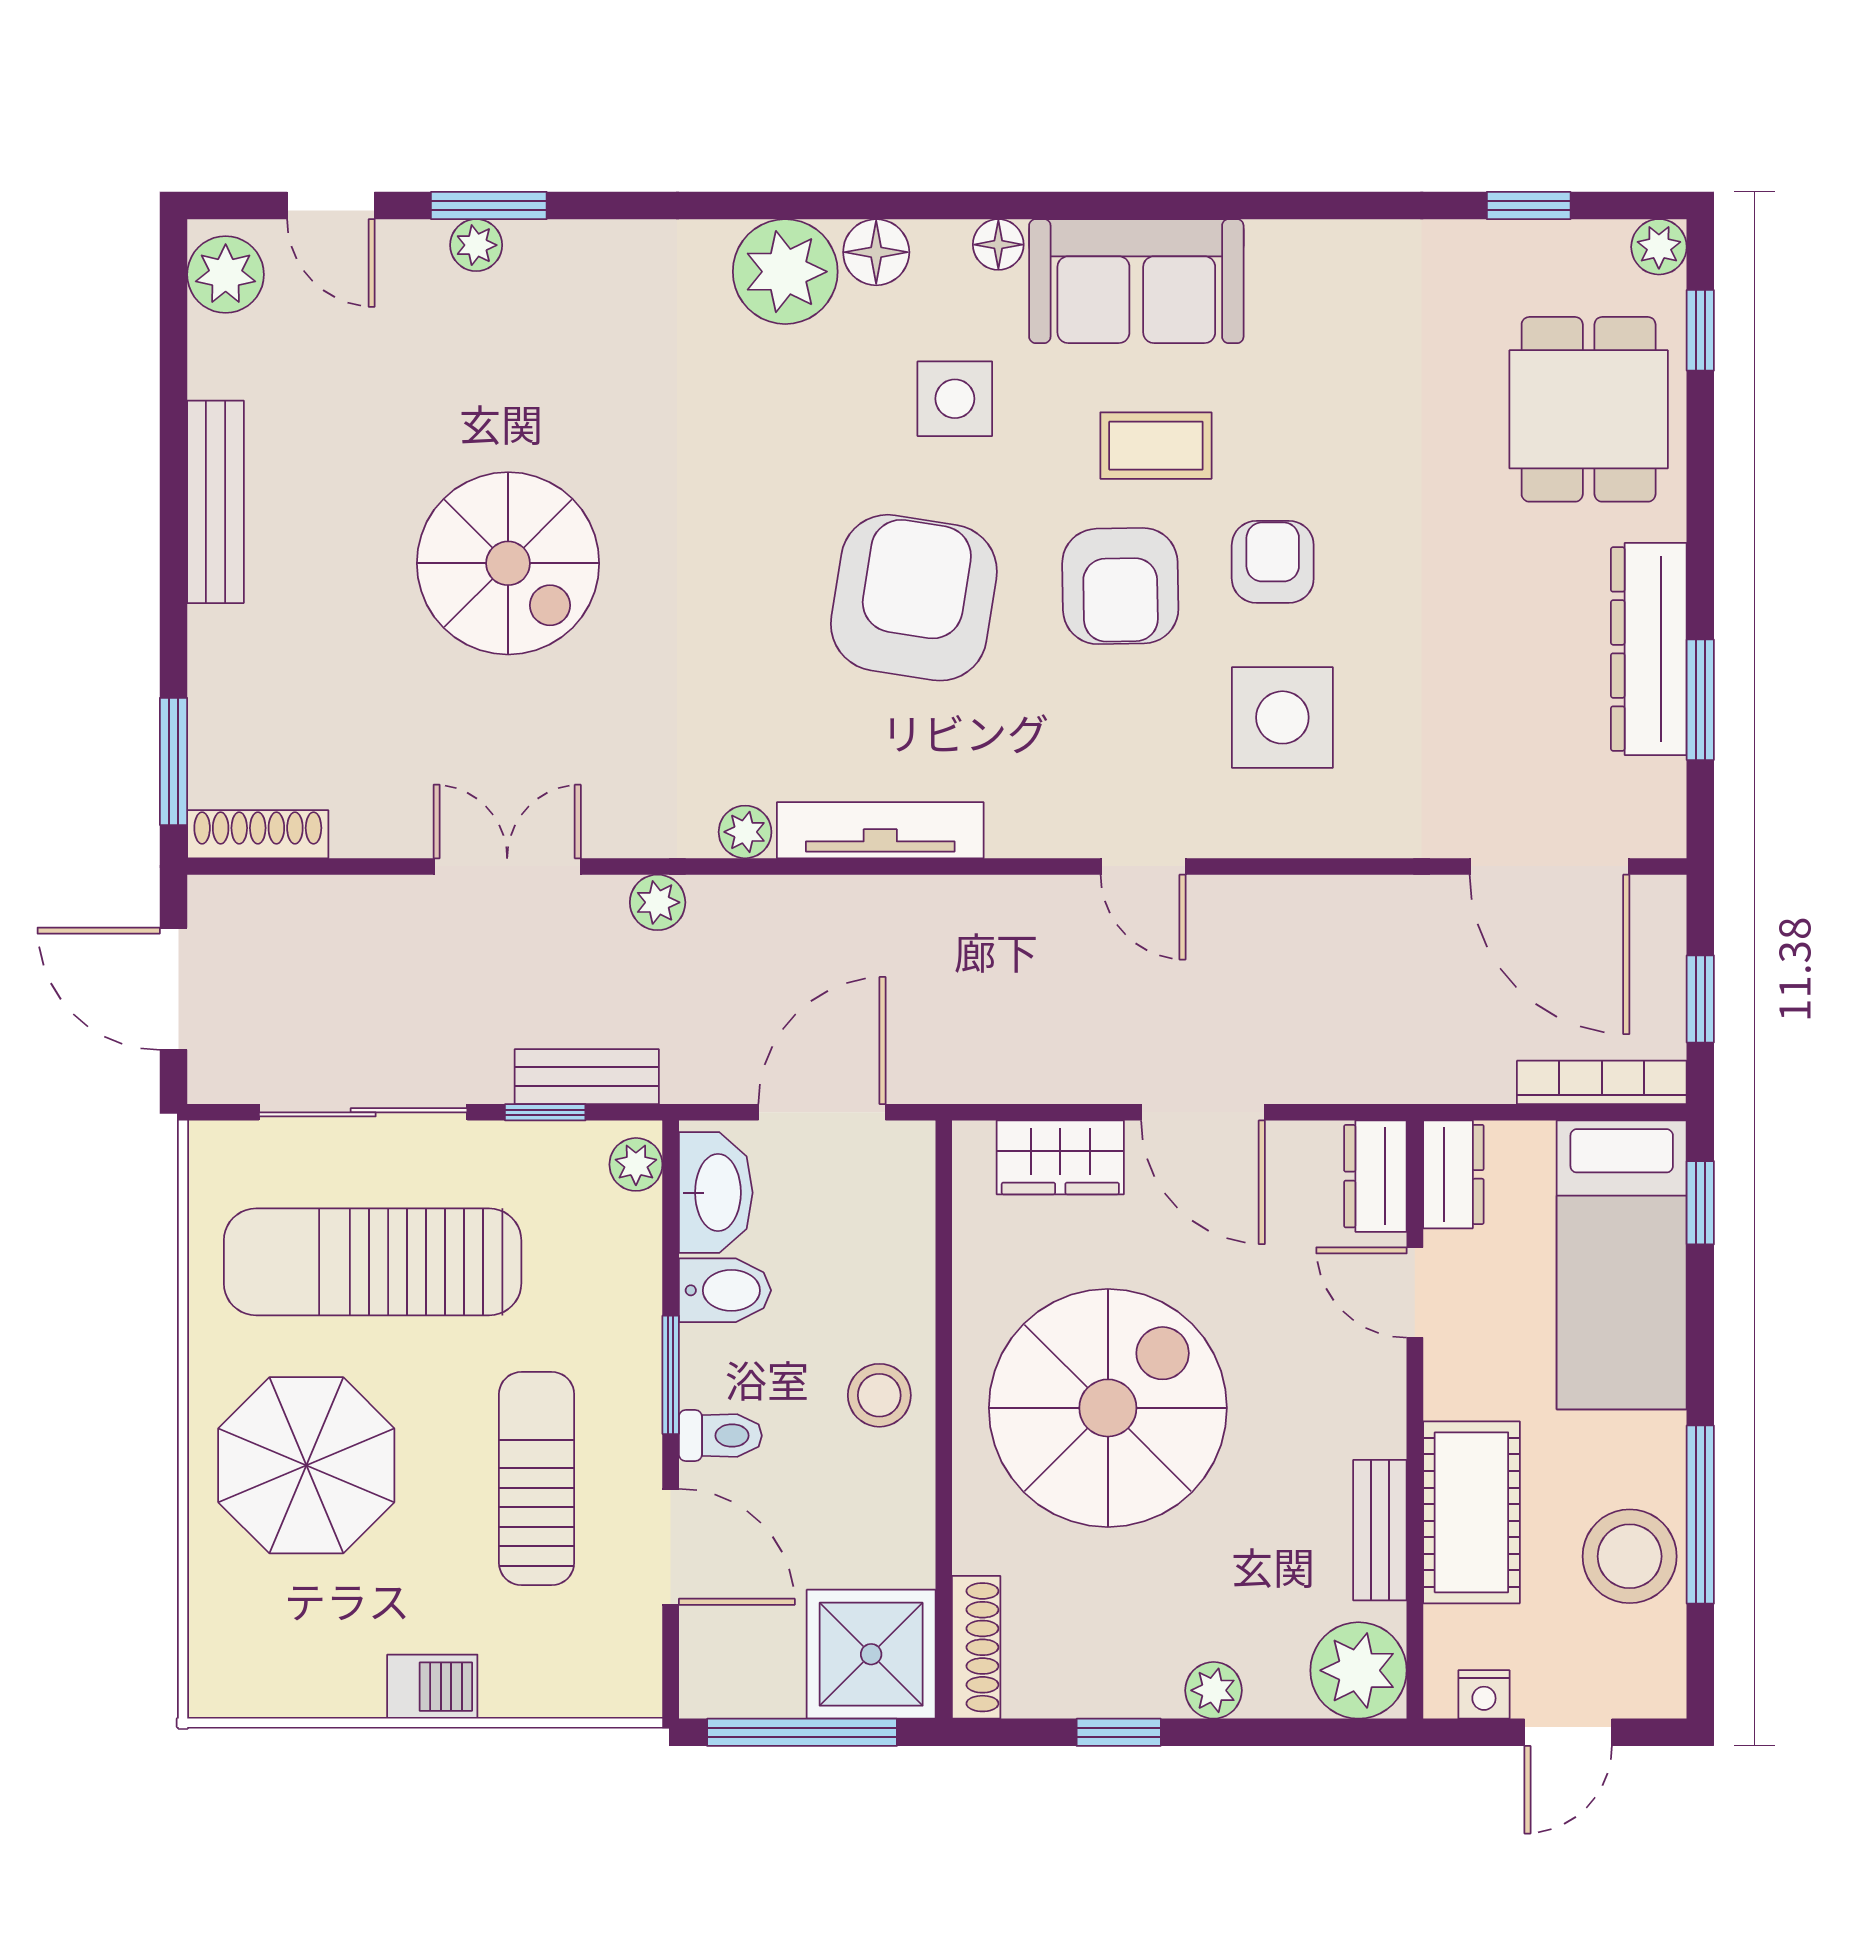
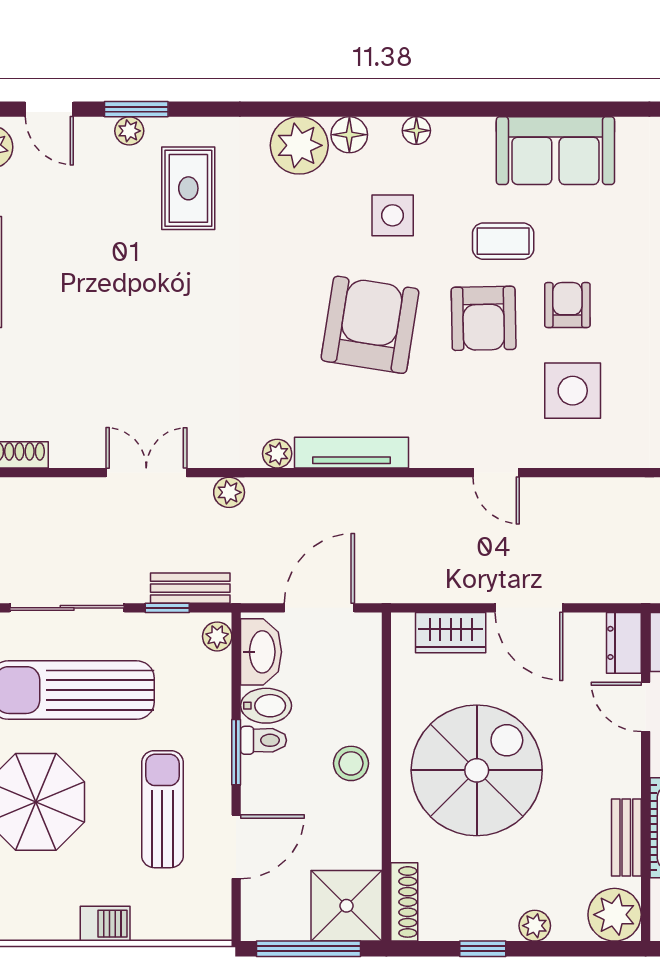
sofa: (1136, 281) -> (555, 151), moved
rug: (584, 350) -> (188, 188), added
spiral stairs: (508, 563) -> (147, 306), removed
toilet: (720, 1436) -> (264, 740), moved
door: (671, 1547) -> (236, 847), hinge flipped

